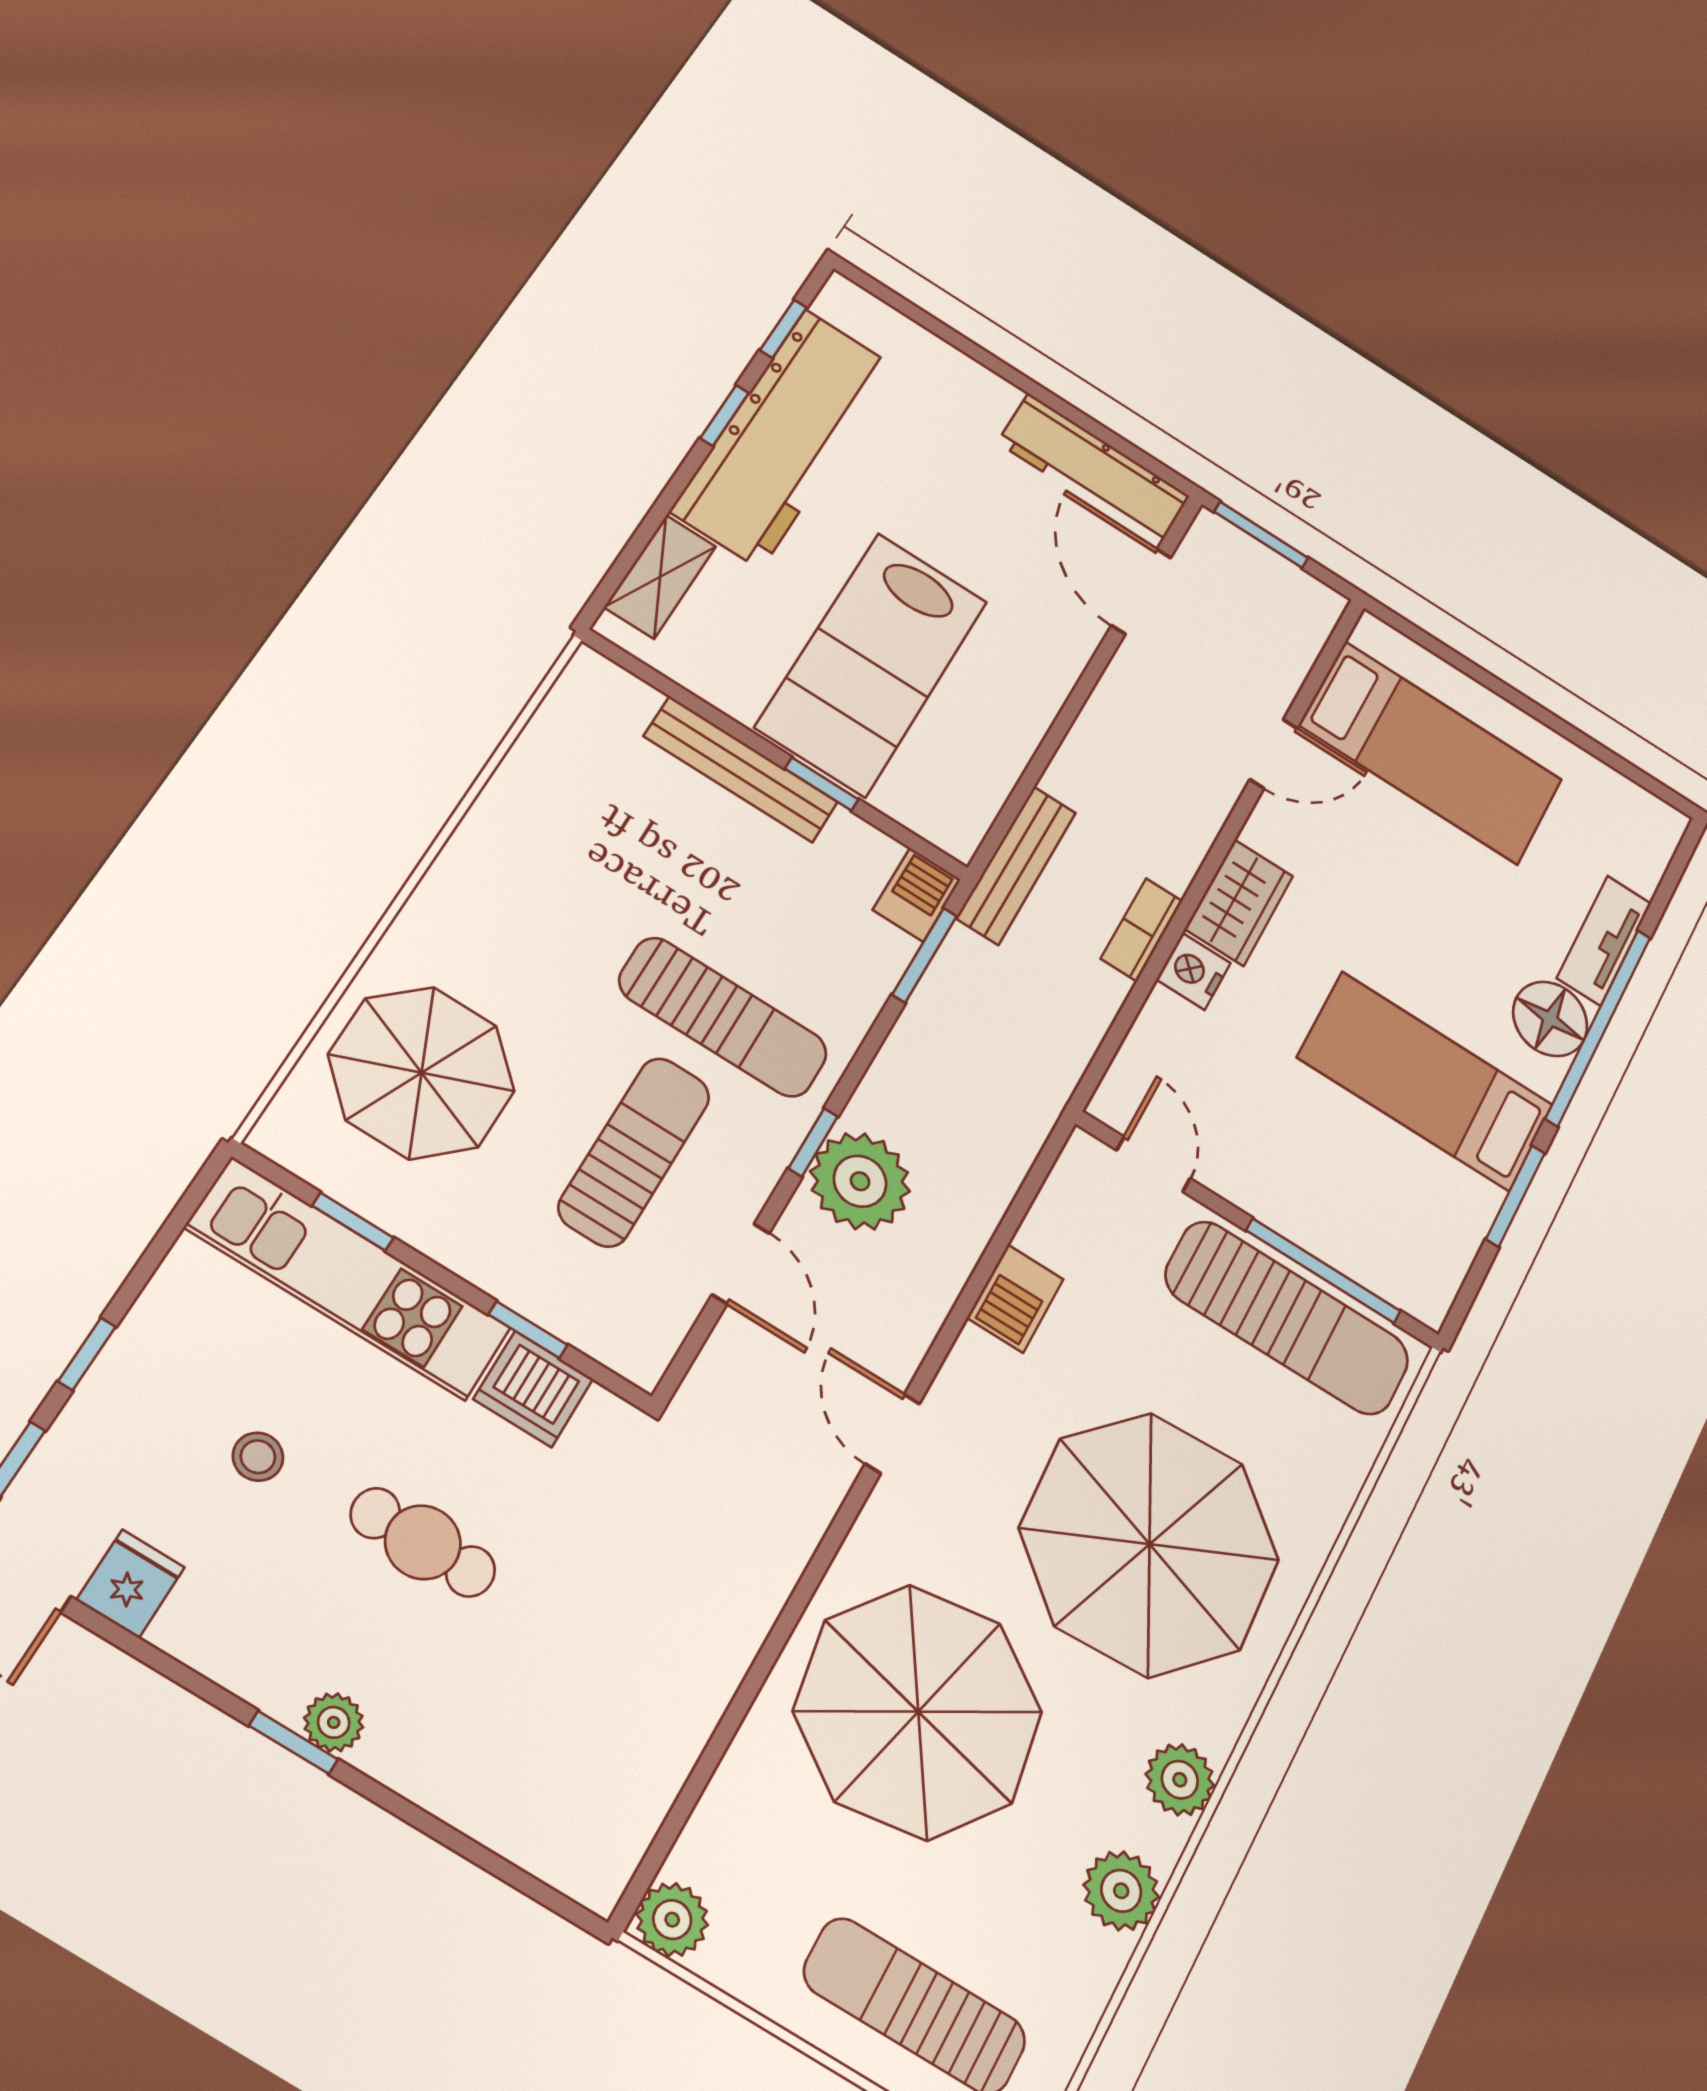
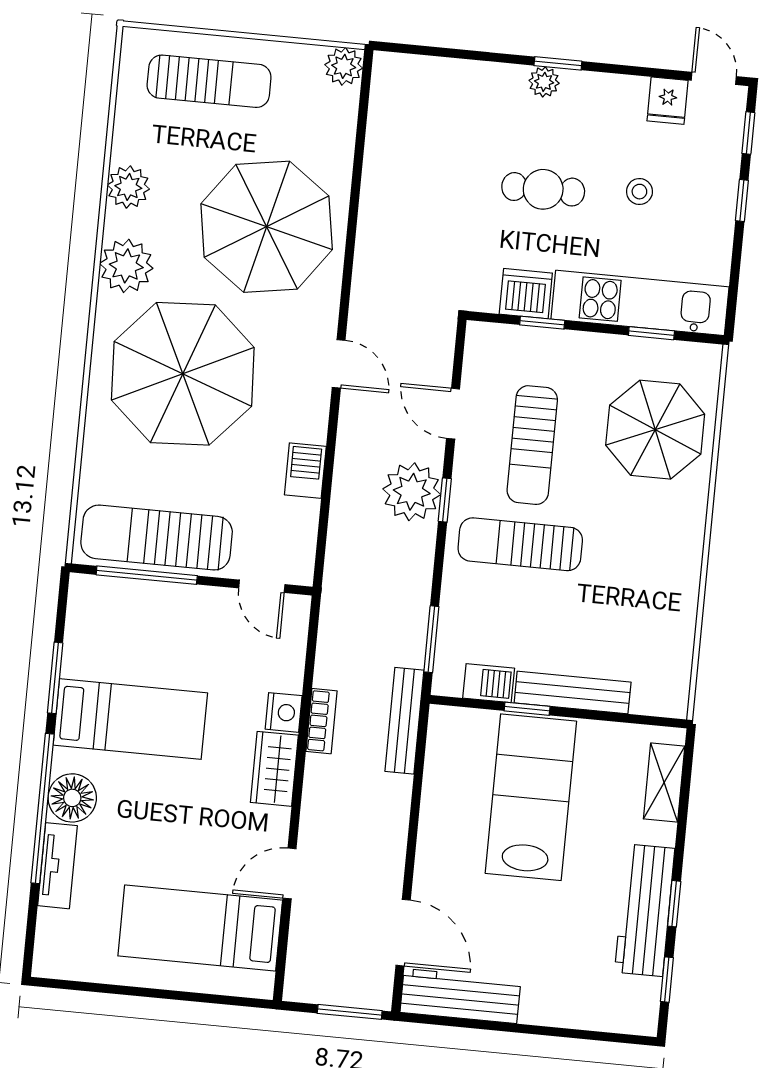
workbench: (784, 438) -> (645, 910), width x0.73, depth x0.76
barbecue: (917, 895) -> (489, 683), moved, turned -90
plant: (1180, 1780) -> (126, 266), width x1.36, depth x1.36

